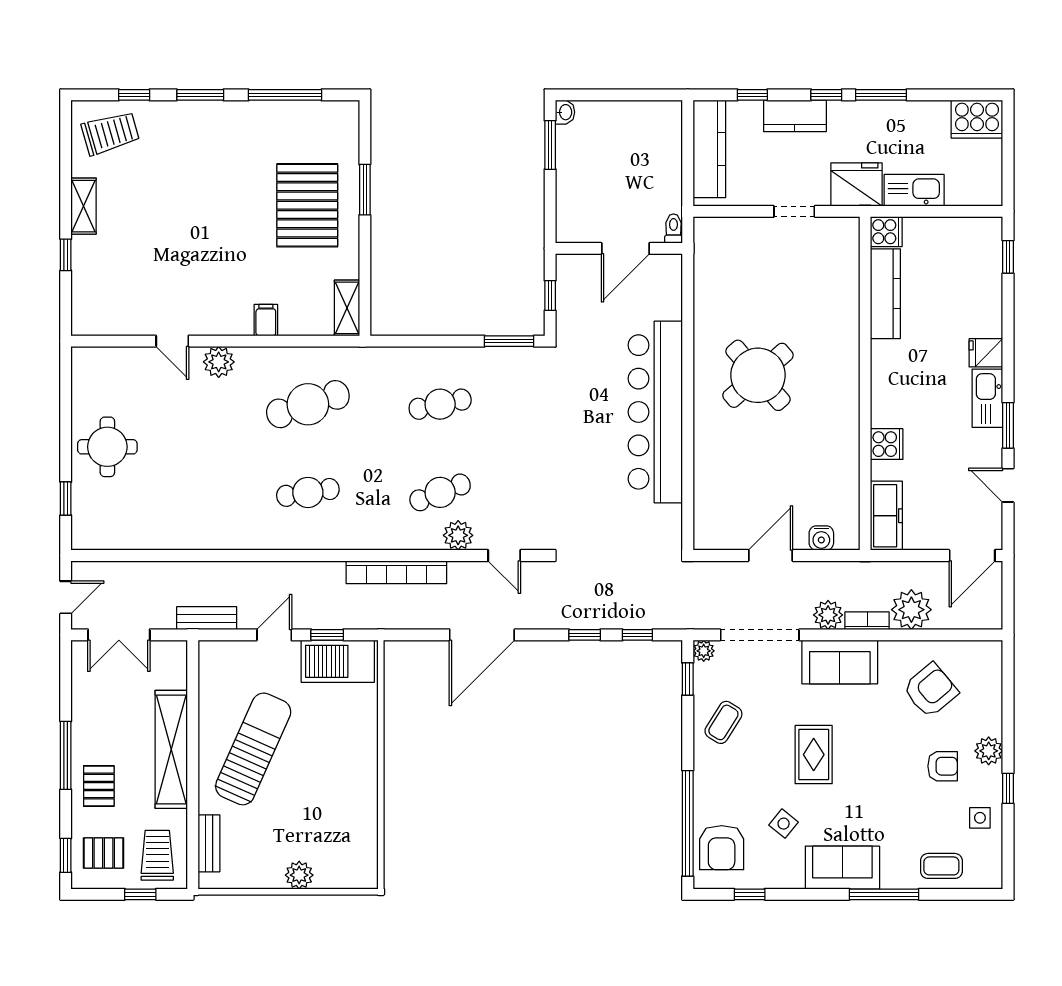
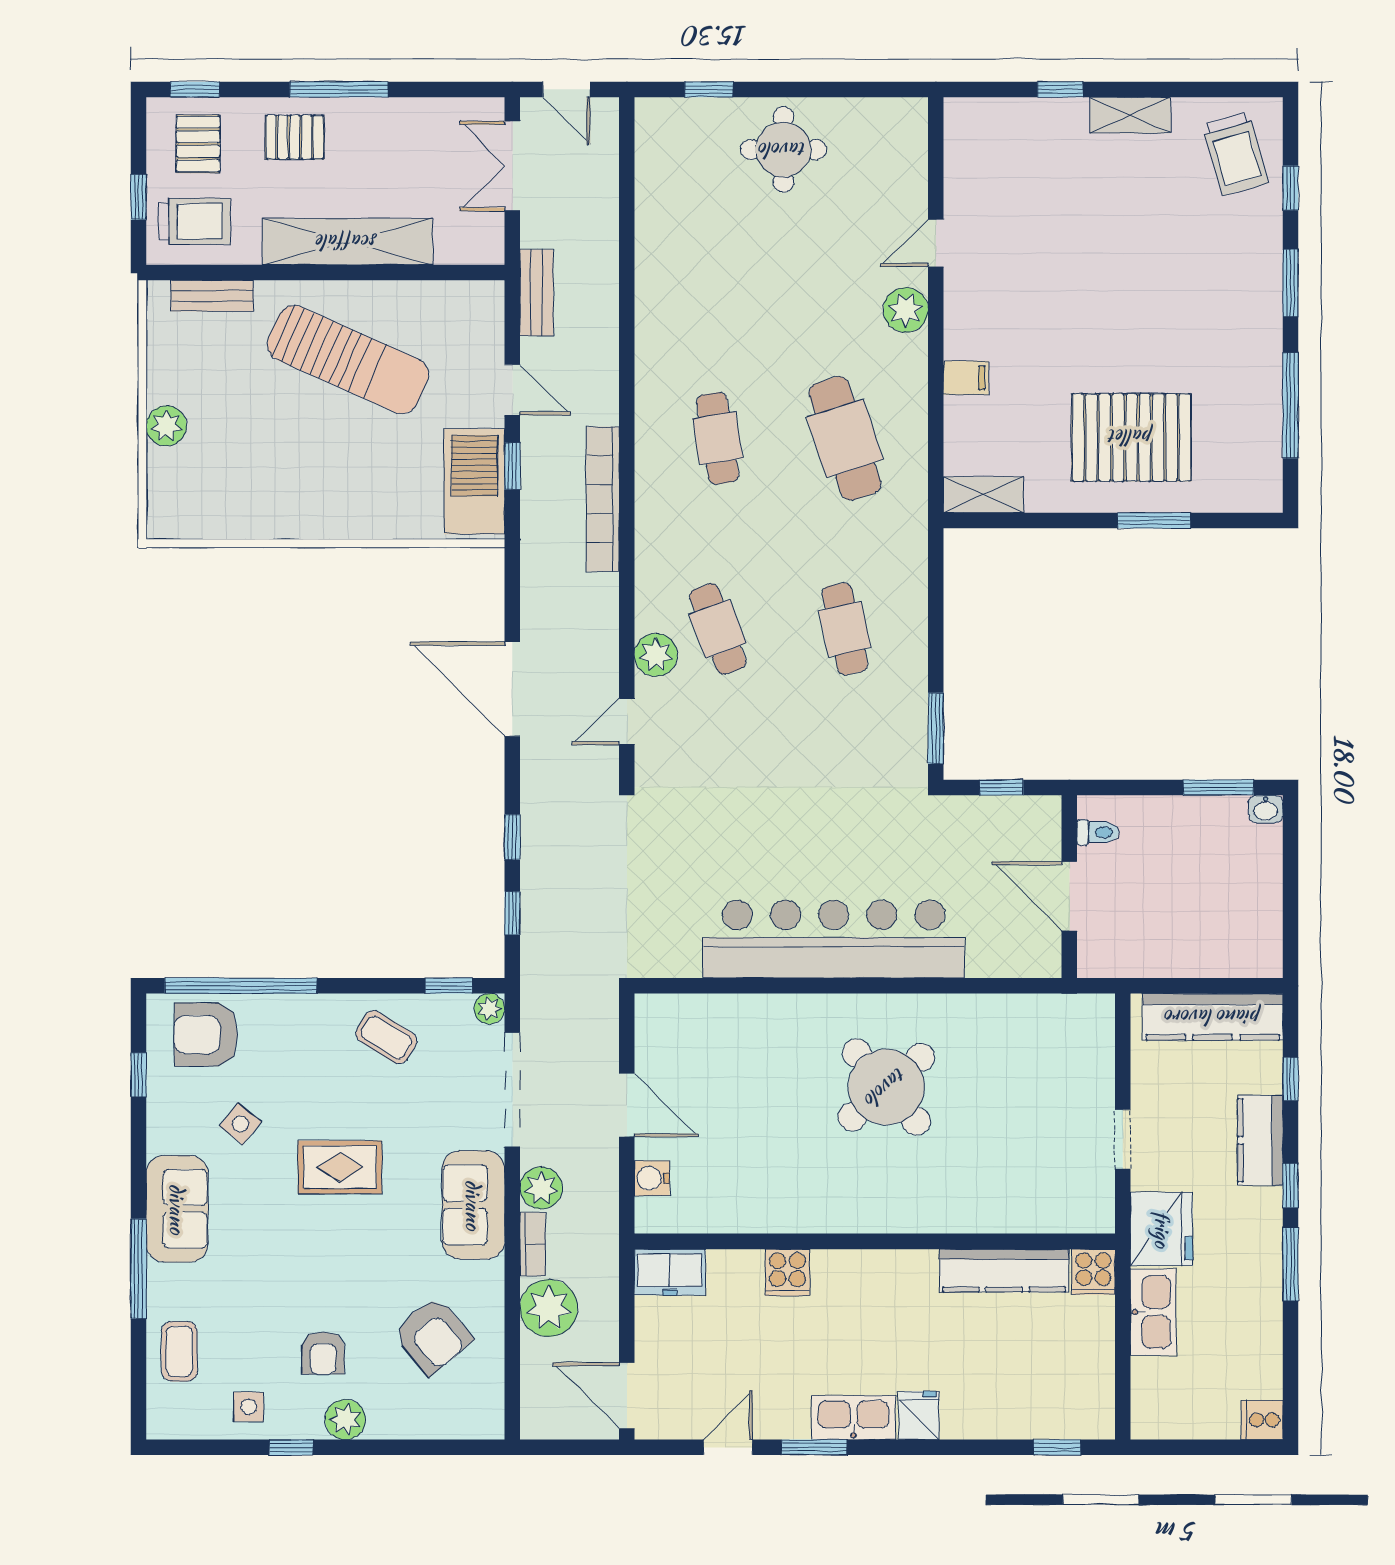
cooker: (977, 119) -> (1262, 1420), width x0.53, depth x0.76
toilet: (673, 229) -> (1098, 832), moved
freezer: (886, 516) -> (670, 1272), width x0.71
bookcase: (396, 572) -> (603, 499), moved

